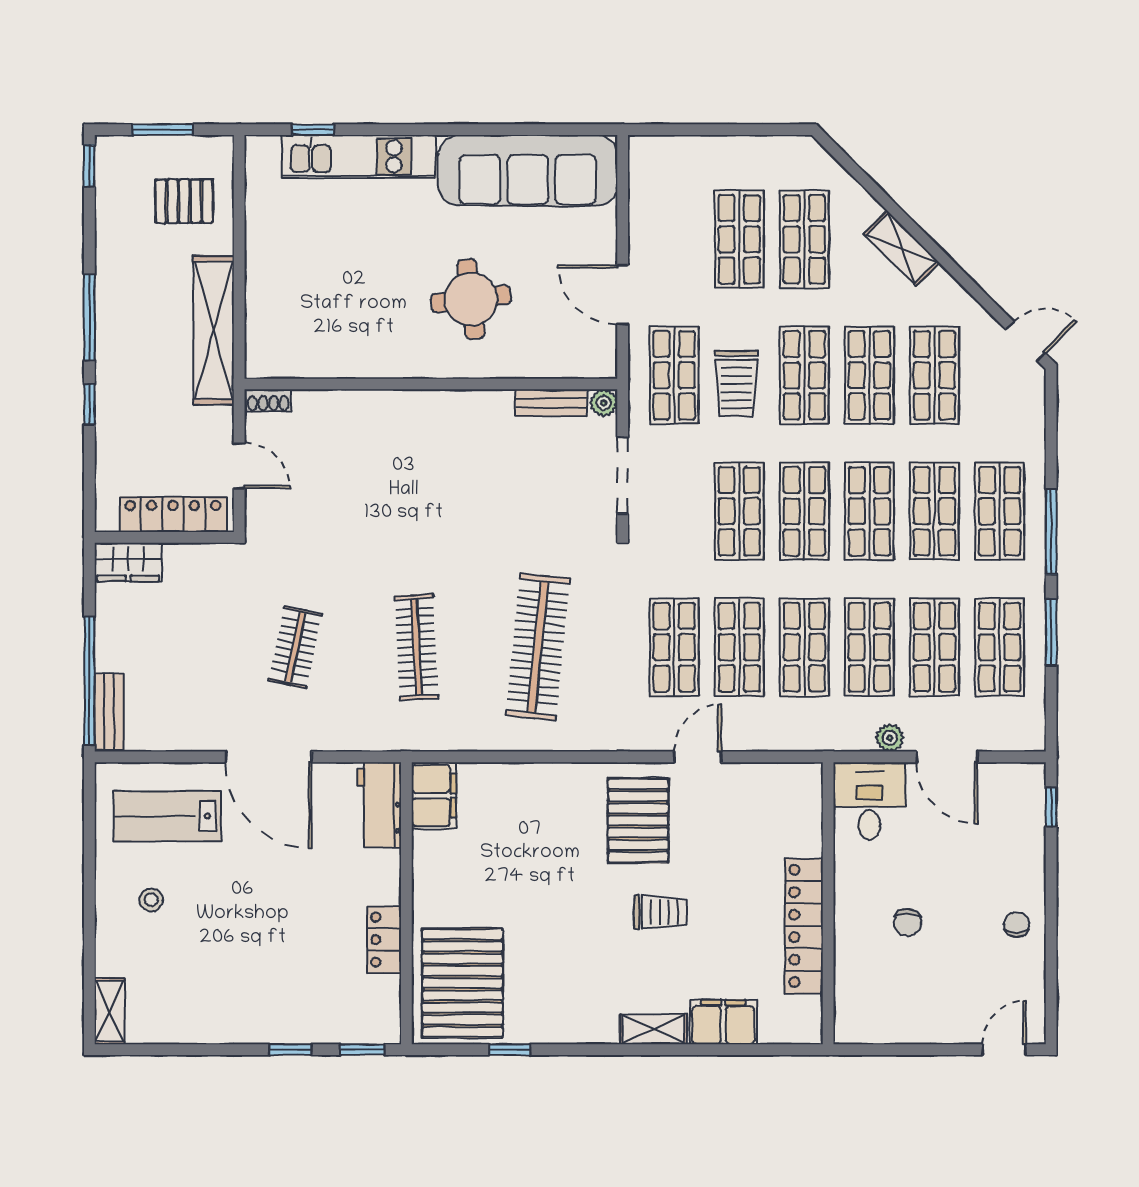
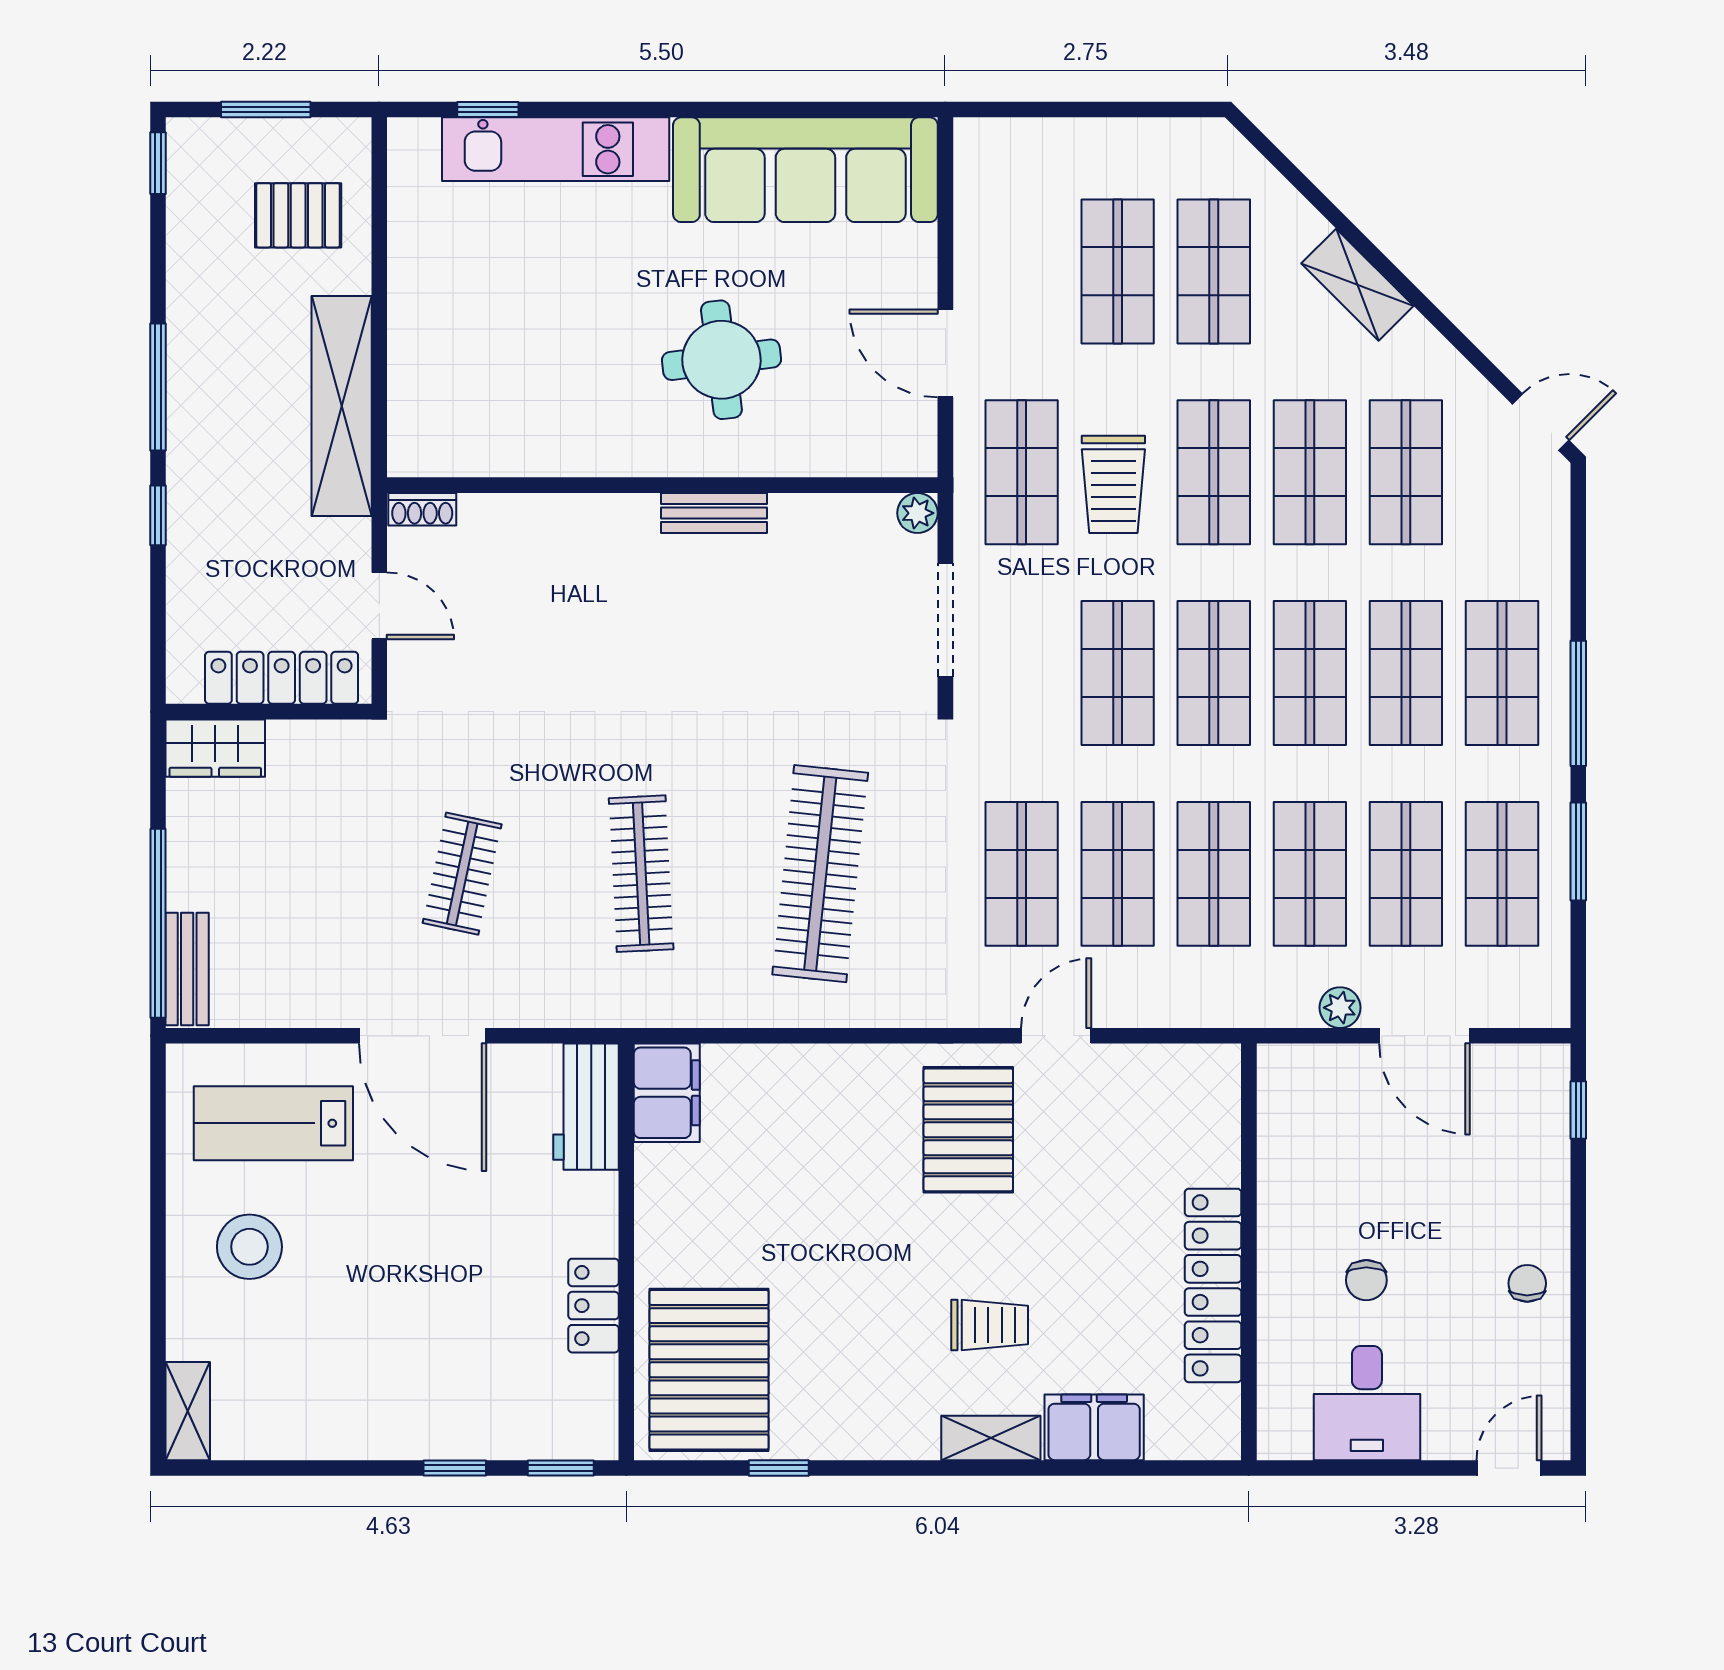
bench: (551, 403) -> (714, 513), moved
desk: (869, 801) -> (1367, 1403), moved, turned 180
stool: (151, 900) -> (249, 1247), width x1.89, depth x1.89
trolley: (661, 912) -> (990, 1325), moved

